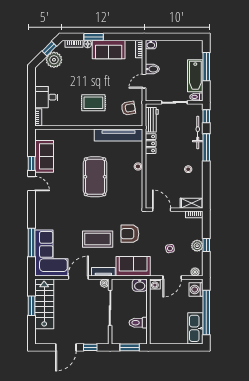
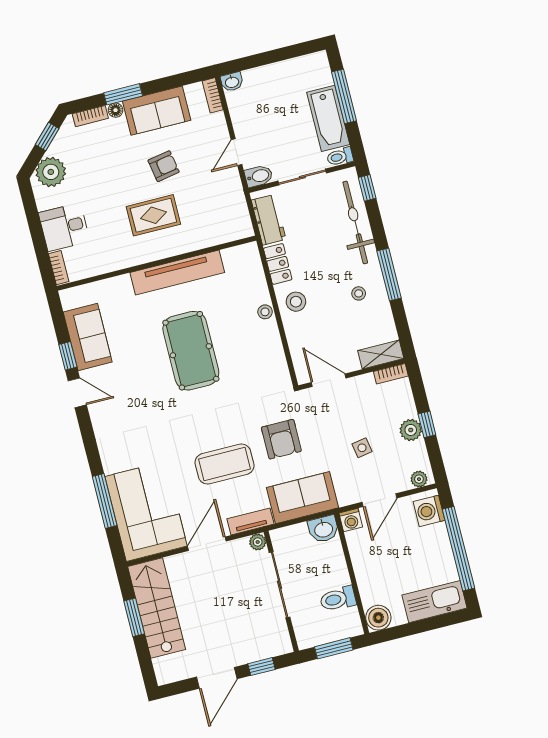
plant: (54, 60) -> (51, 172), moved
bidet: (152, 69) -> (259, 176), moved
armchair: (128, 108) -> (164, 166), moved
bicycle: (198, 132) -> (355, 222), width x1.37, depth x1.40
tv unit: (119, 135) -> (177, 273), moved
window: (206, 147) -> (389, 275), moved
stool: (155, 165) -> (296, 302), added
armchair: (130, 234) -> (281, 439), turned -90
kitchen sink: (195, 328) -> (435, 602), moved, turned 90
boiler: (156, 337) -> (378, 618), added

